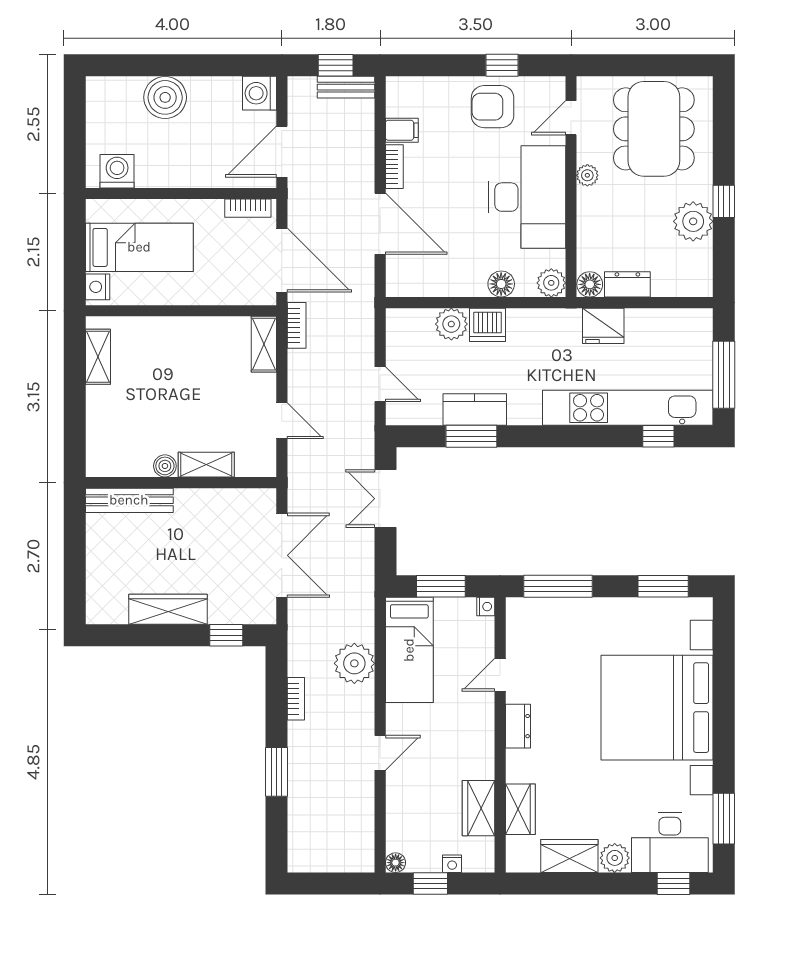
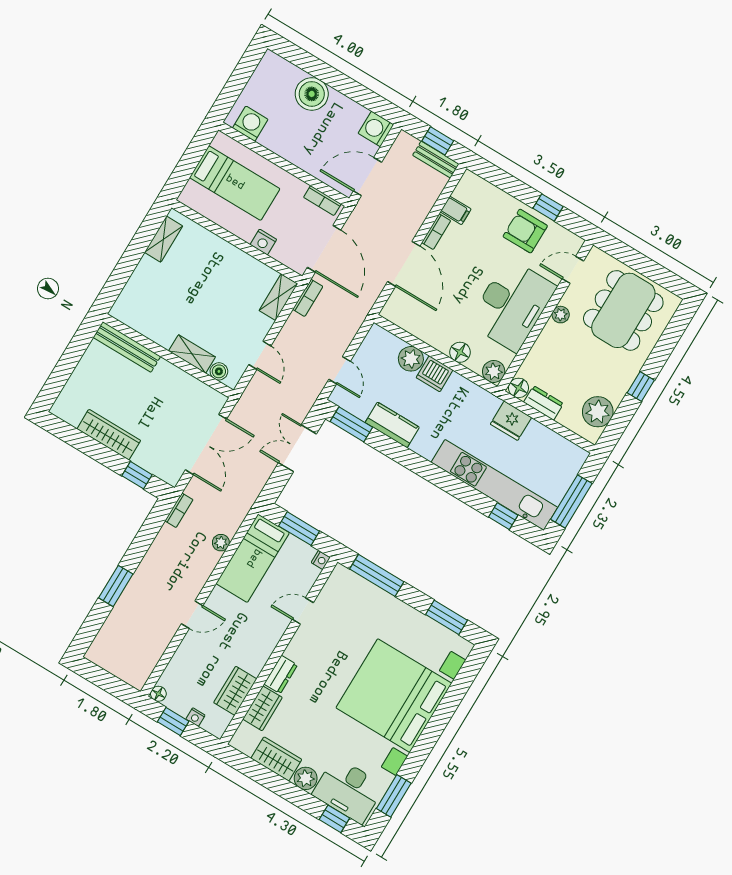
plant: (693, 221) -> (598, 412), moved
nightstand: (98, 287) -> (263, 242), moved, turned -90
window: (471, 436) -> (351, 424), moved
boiler: (165, 466) -> (219, 371), moved
plant: (354, 663) -> (221, 543), width x0.53, depth x0.53
bookcase: (296, 699) -> (179, 510), moved
dresser: (518, 726) -> (281, 675), moved

